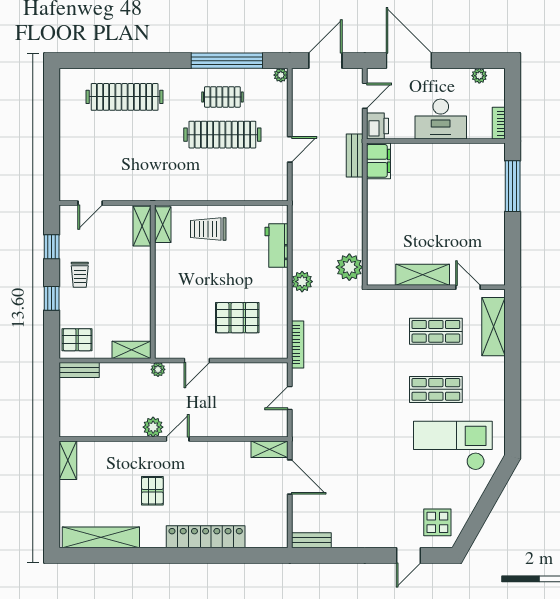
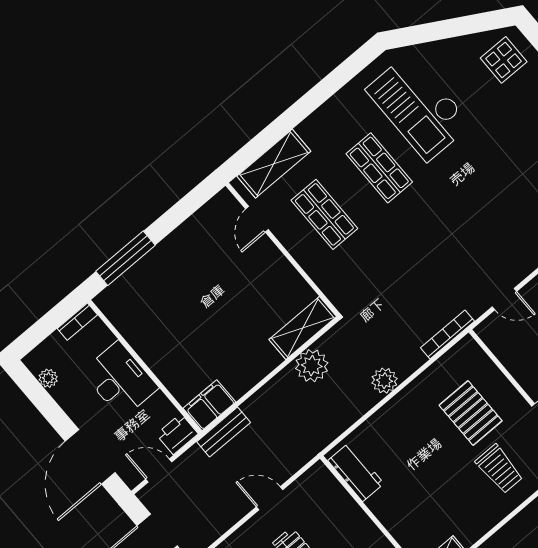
trolley: (208, 229) -> (499, 469), moved
workbench: (276, 245) -> (356, 472), moved, turned -90
plant: (349, 267) -> (312, 366), moved
shelving: (423, 275) -> (303, 328), moved, turned 90

